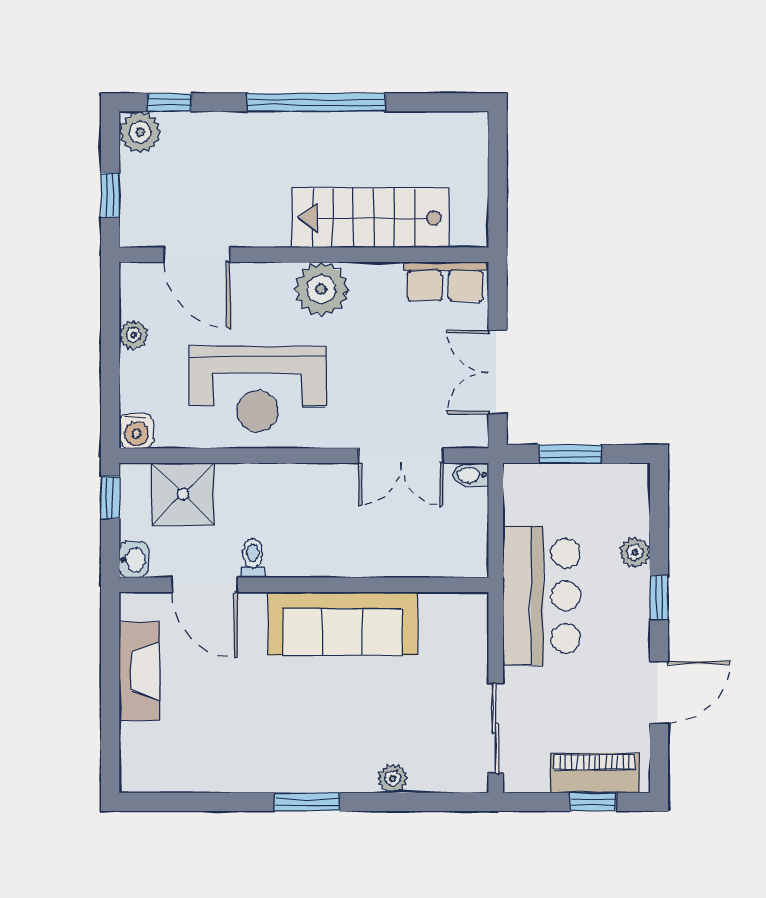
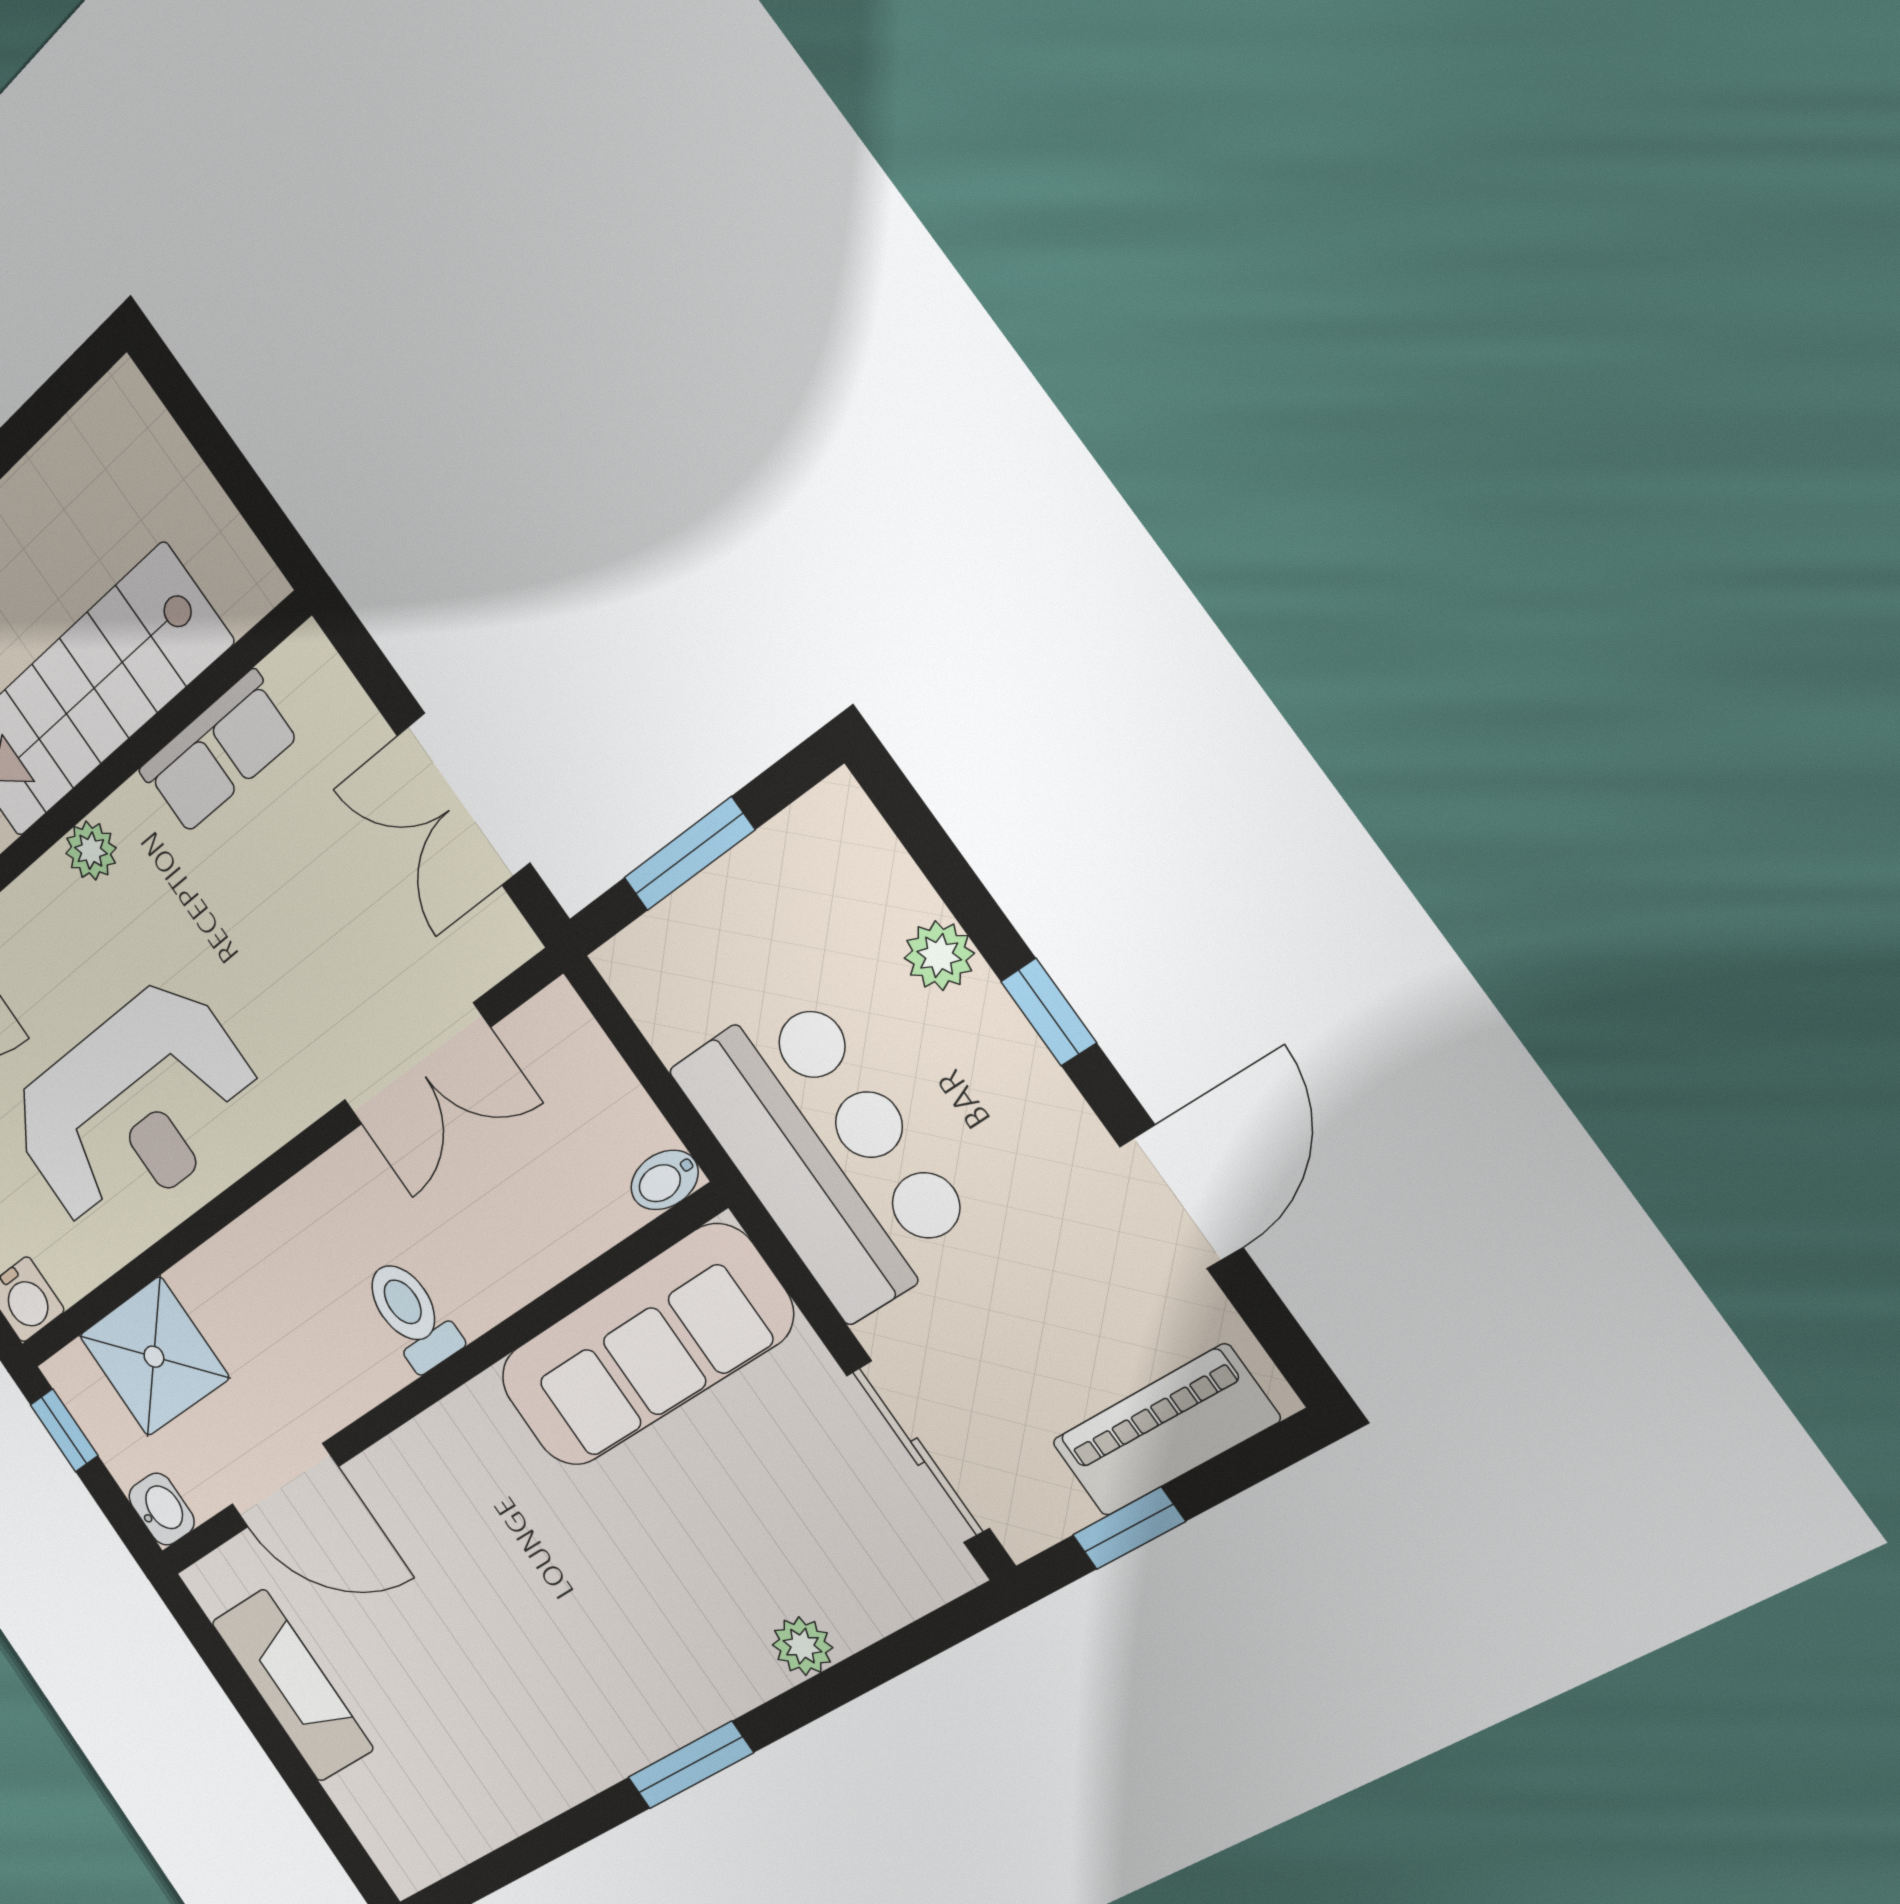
row of seats: (445, 282) -> (219, 753), moved
plant: (321, 289) -> (91, 851), width x0.53, depth x0.53
bidet: (471, 475) -> (665, 1180), moved
toilet: (253, 558) -> (412, 1315), moved, width x1.37, depth x1.39
sofa: (343, 624) -> (644, 1347), moved
window: (593, 802) -> (1129, 1528), moved

